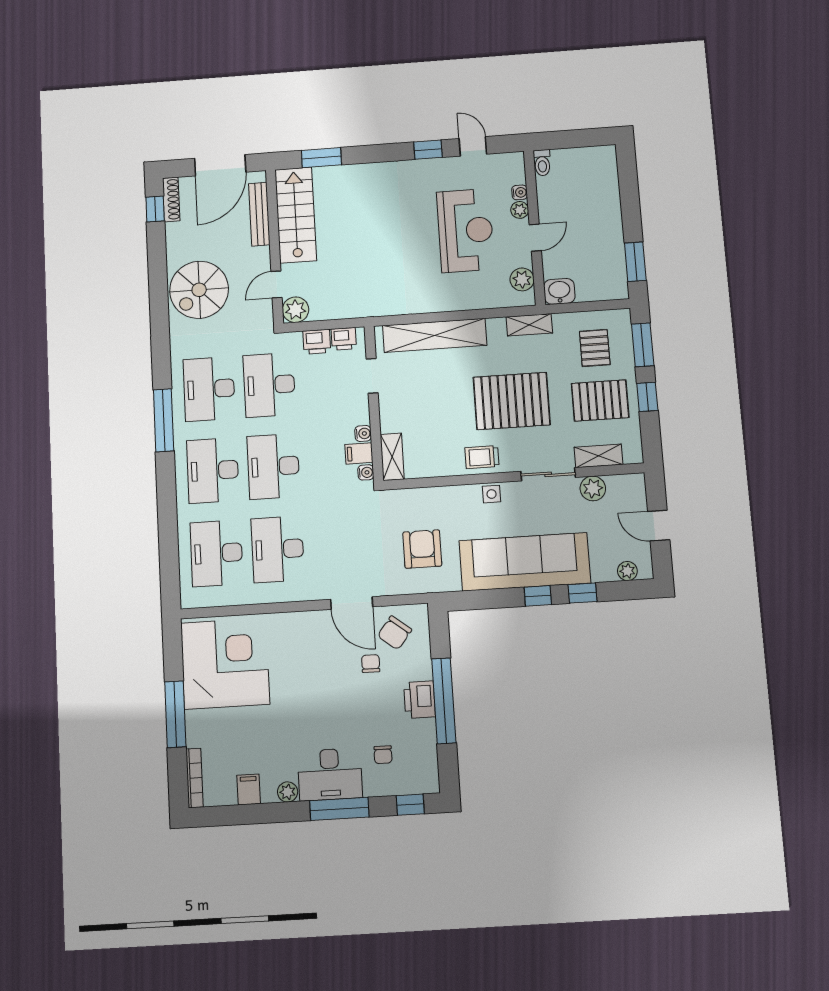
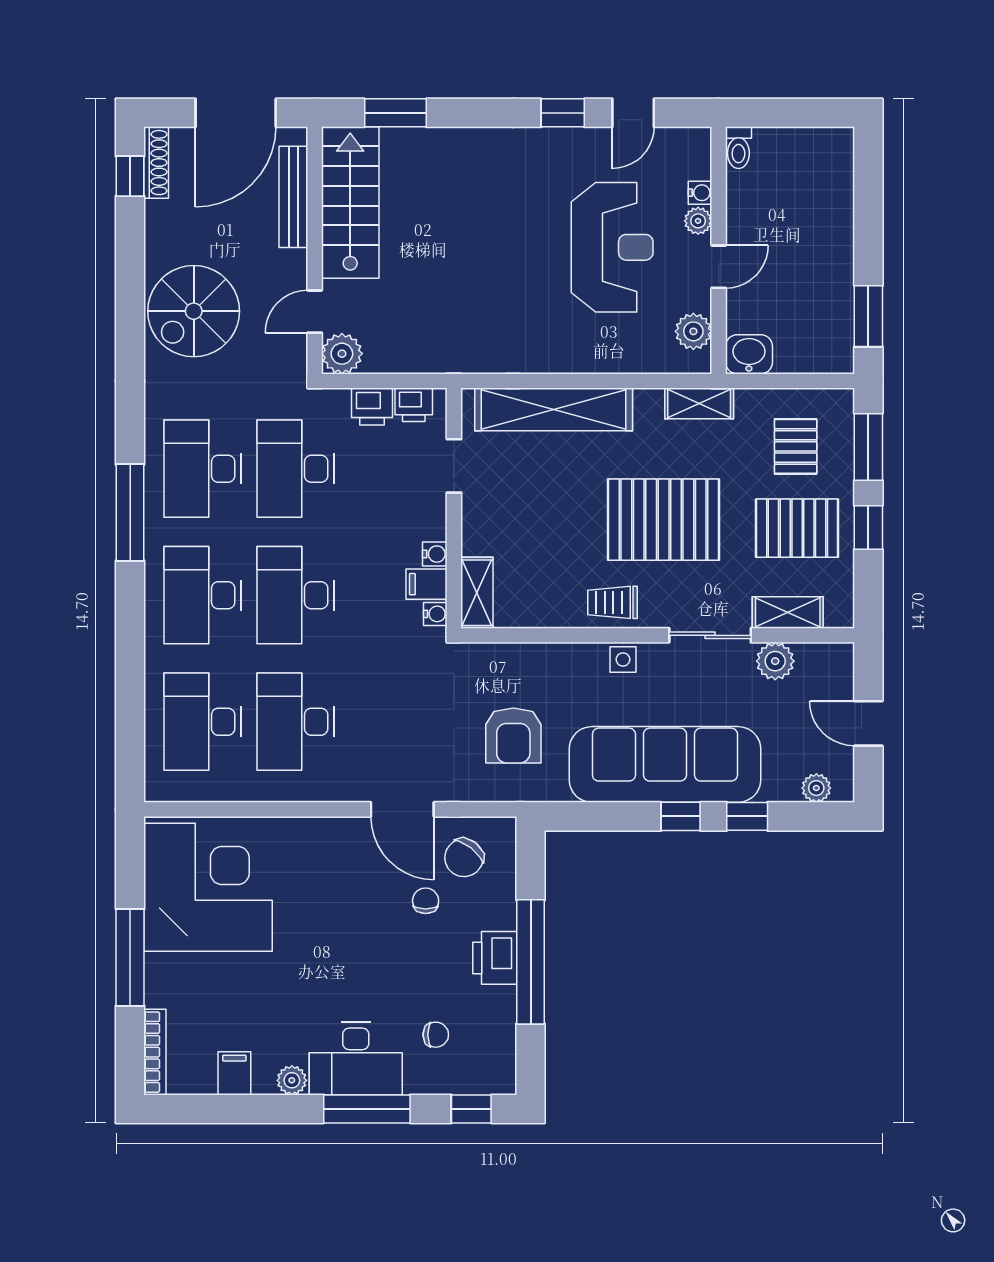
door: (473, 146) -> (633, 113), swing flipped
armchair: (422, 549) -> (513, 735), turned 180
chair: (383, 755) -> (436, 1035), turned -90

